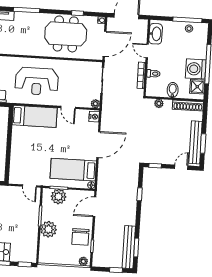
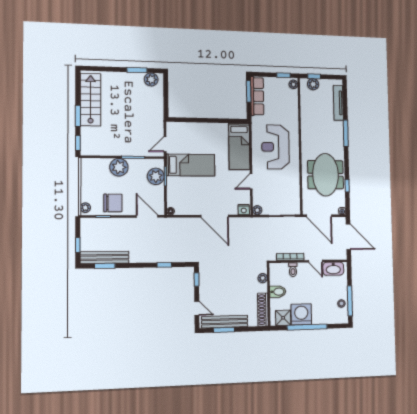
door: (147, 51) -> (315, 261), swing flipped
bed: (73, 170) -> (191, 165), moved, turned 90
chair: (80, 237) -> (113, 203), turned 180

